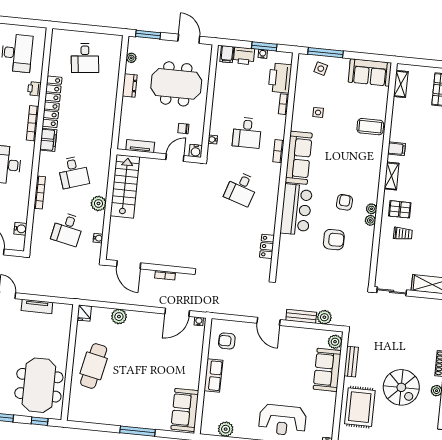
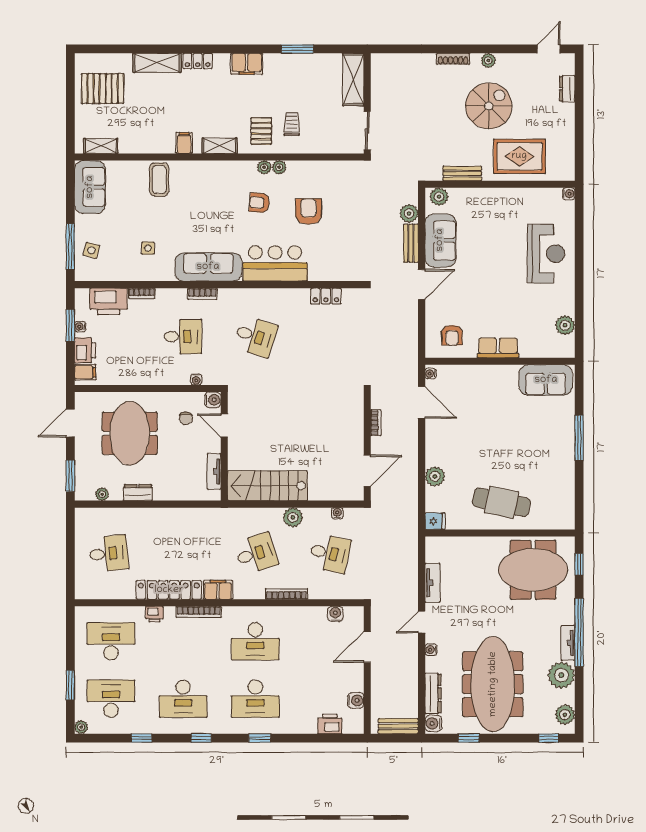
sofa: (327, 370) -> (440, 240), moved, turned -90

